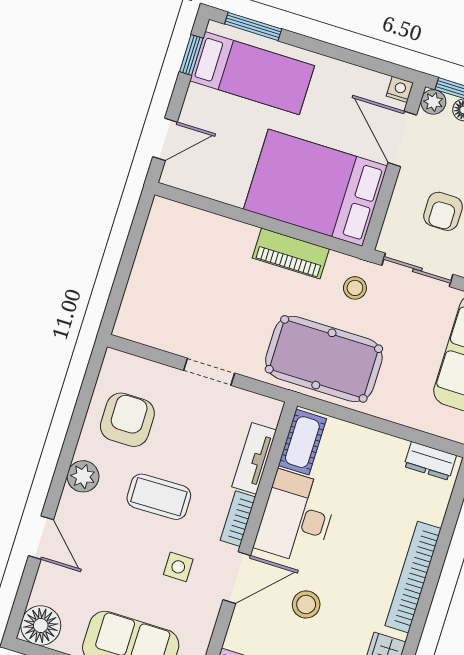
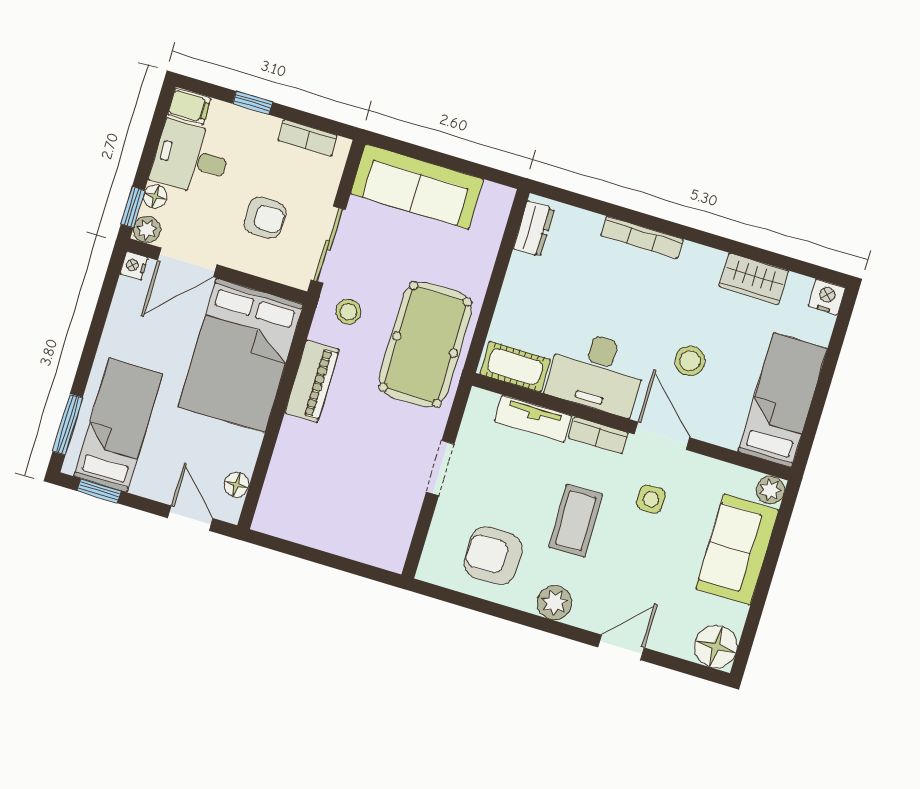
floor lamp: (196, 182) -> (236, 485), added
bookcase: (413, 577) -> (642, 237), width x0.68, depth x0.76

